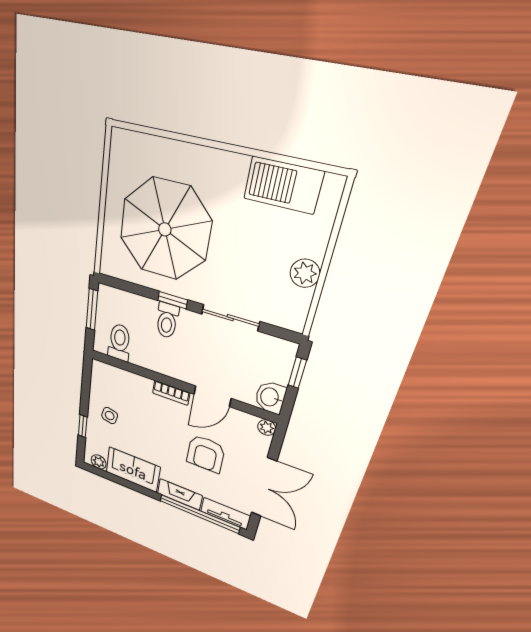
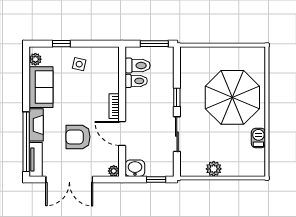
barbecue: (283, 185) -> (258, 138), width x0.53, depth x0.65
parasol: (165, 229) -> (232, 97), moved
toilet: (167, 321) -> (136, 81), moved, turned 180

